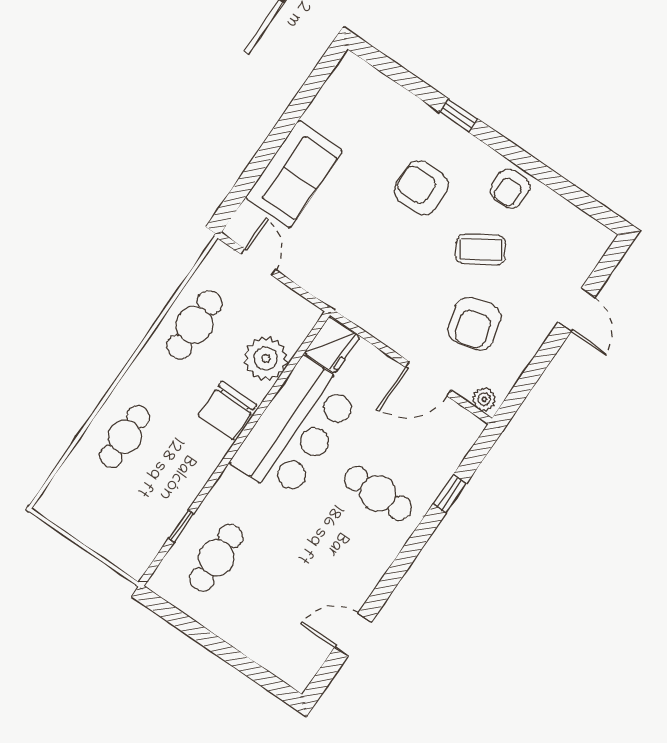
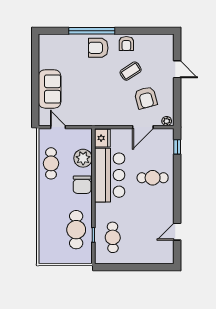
window: (458, 115) -> (92, 31), width x3.17
armchair: (421, 188) -> (98, 48), moved
cafe table: (125, 437) -> (76, 230), moved, width x1.37, depth x1.35
window: (450, 494) -> (177, 147), moved

